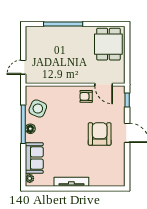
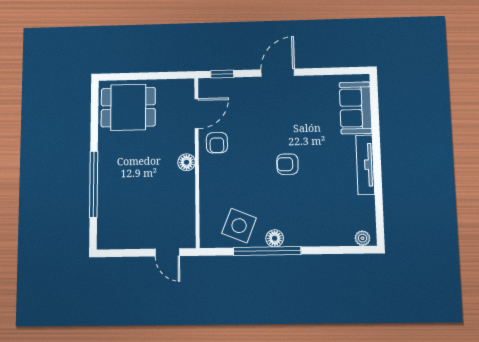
floor lamp: (75, 79) -> (187, 162), added
armchair: (100, 134) -> (287, 164), moved, width x0.53, depth x0.53
sofa: (34, 158) -> (356, 108), moved, turned -90

